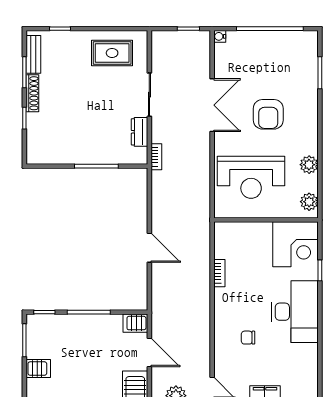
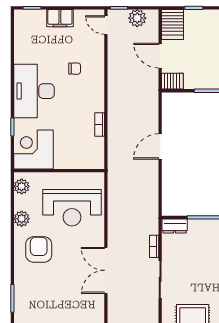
armchair: (268, 114) -> (39, 249), moved
dresser: (140, 132) -> (175, 226), moved, turned 90
bookcase: (156, 157) -> (154, 246), moved
reception desk: (251, 177) -> (72, 208), turned 180
door: (149, 248) -> (160, 147), hinge flipped

